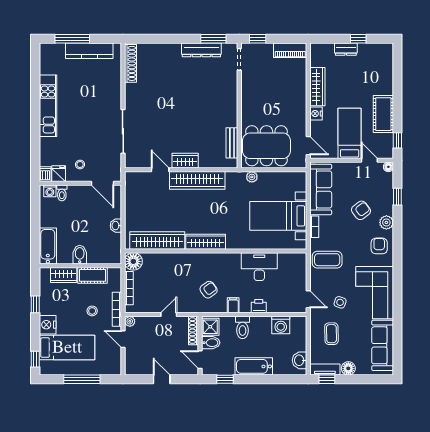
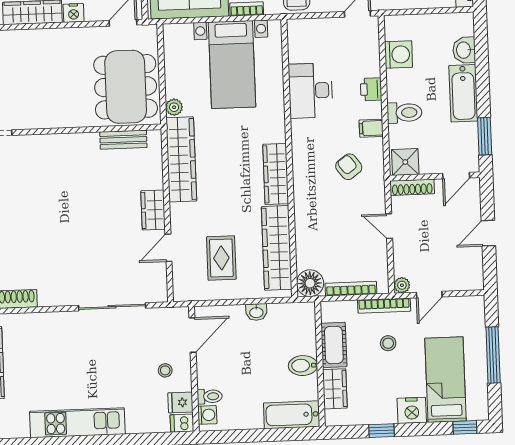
wardrobe: (197, 180) -> (181, 159), moved
rug: (152, 204) -> (221, 258), added
bidet: (211, 343) -> (430, 160), removed
washbasin: (300, 360) -> (464, 50), moved, turned 90
window: (225, 379) -> (485, 136), width x1.50

